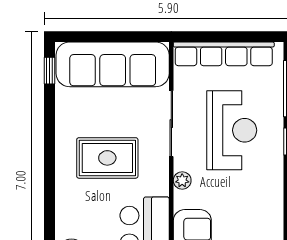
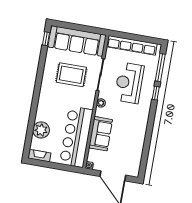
reception desk: (232, 130) -> (129, 83), turned 180
rug: (107, 158) -> (71, 75), moved

